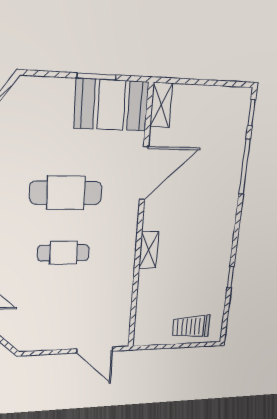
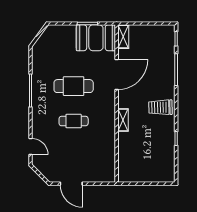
trolley: (191, 326) -> (160, 107), moved
door: (95, 350) -> (71, 184), moved

